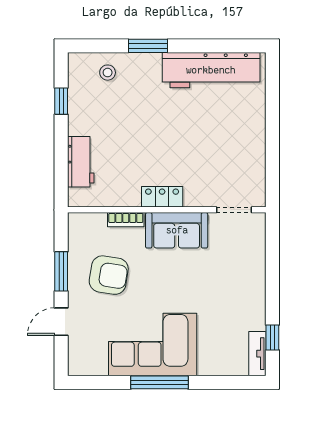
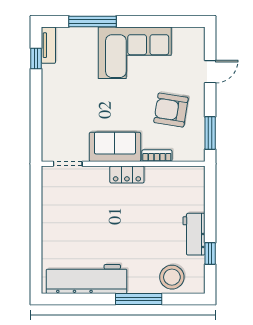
window: (148, 46) -> (139, 299), width x1.44
stool: (108, 73) -> (172, 277), width x1.89, depth x1.89
workbench: (81, 162) -> (194, 234), moved
window: (61, 271) -> (210, 133), moved
window: (159, 382) -> (92, 21), moved

